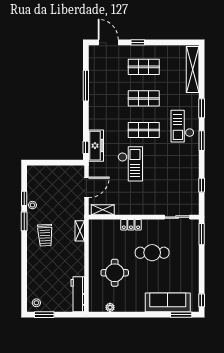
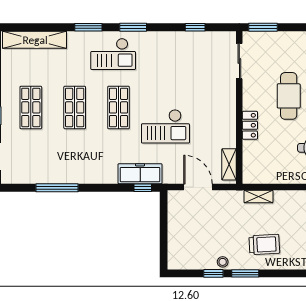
checkout: (130, 164) -> (165, 126), turned 180

